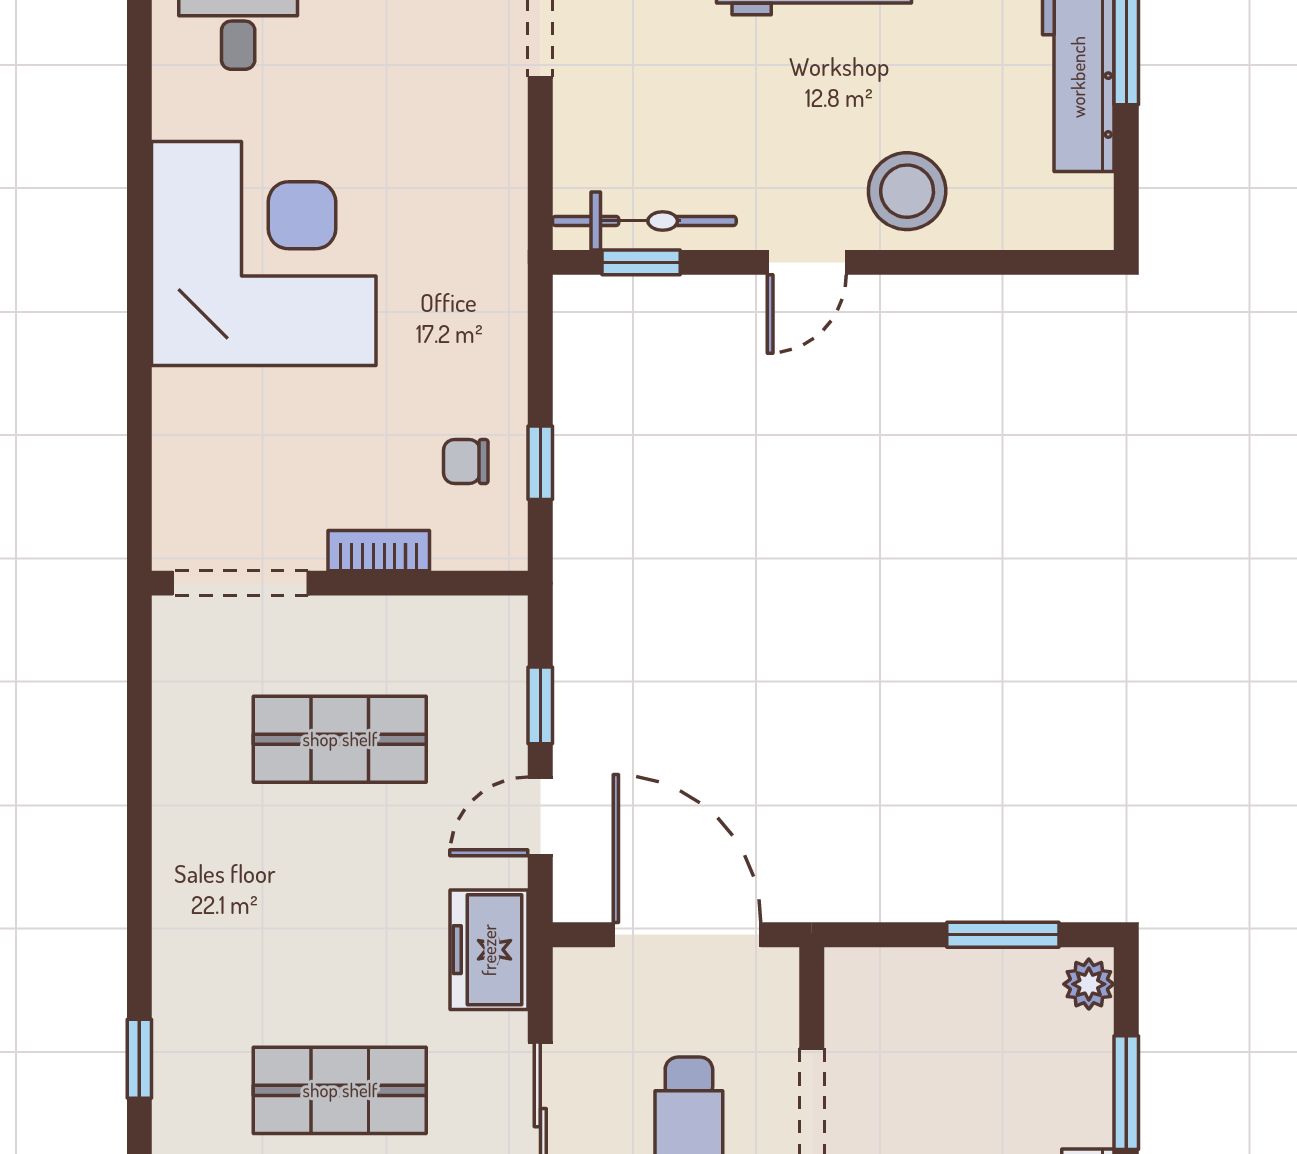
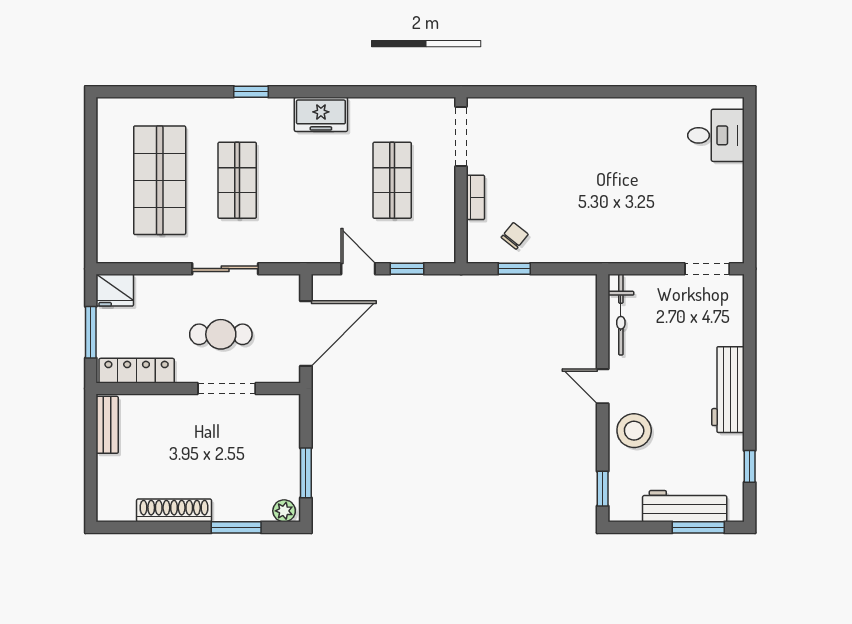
corner desk: (264, 253) -> (607, 147), removed
window: (641, 262) -> (603, 489), moved
chair: (466, 462) -> (515, 236), turned 39
freezer: (489, 950) -> (321, 114), moved, turned 180

